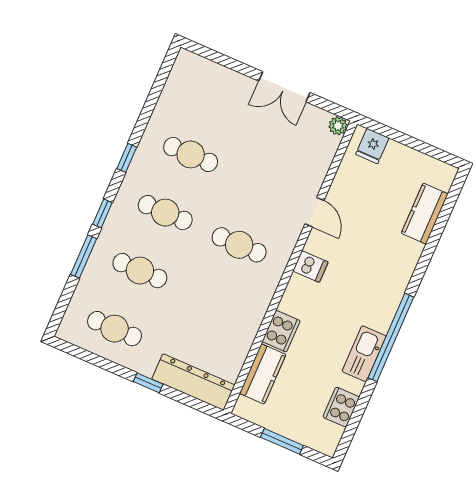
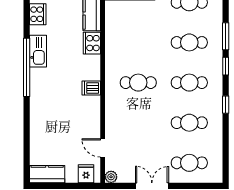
cafe table: (216, 96) -> (189, 163), added
door: (314, 212) -> (103, 148), moved
kitchen counter: (425, 214) -> (47, 174), moved, turned -90

